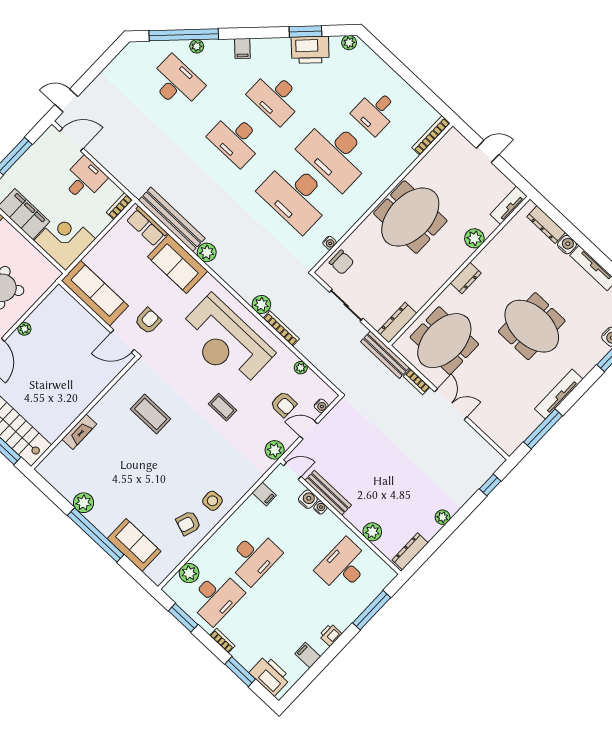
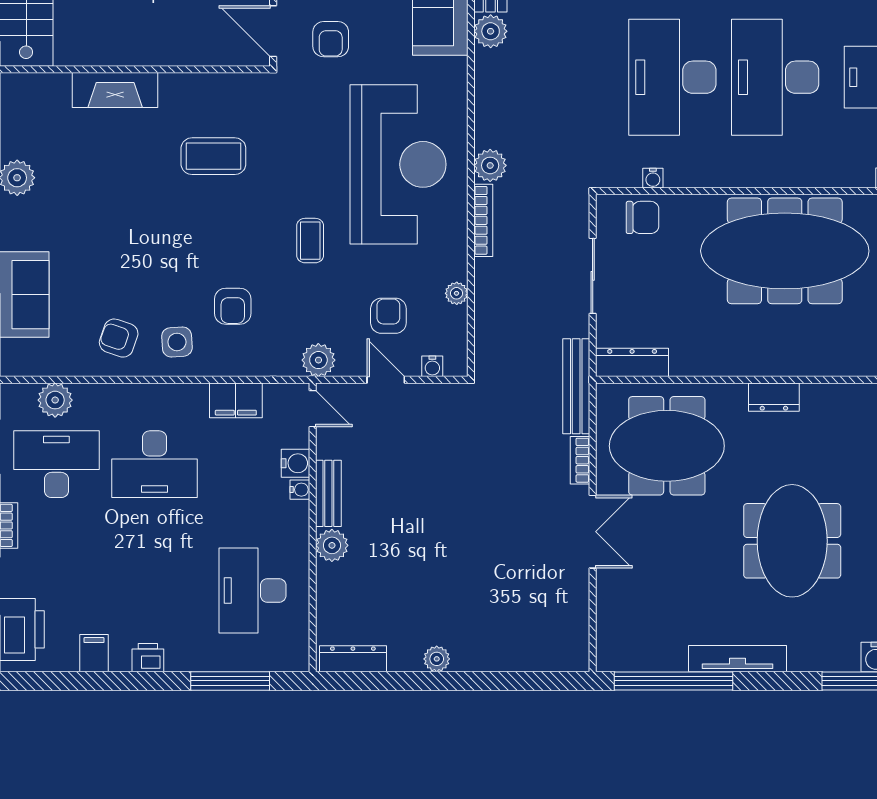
meeting table: (410, 217) -> (785, 251), width x1.36
plant: (474, 238) -> (836, 360), removed
chair: (342, 262) -> (642, 217), turned -90
armchair: (148, 321) -> (331, 39), turned 90
reception desk: (225, 342) -> (398, 164), turned 180
armchair: (284, 404) -> (388, 316), turned 180
coffee table: (151, 414) -> (213, 156), turned 90
window: (543, 429) -> (673, 681), width x1.46
fireplace: (79, 432) -> (115, 90), width x1.37, depth x1.32
armchair: (219, 464) -> (233, 306), added
window: (490, 485) -> (536, 681), removed
bench: (328, 493) -> (328, 493), width x0.73
filing cabinet: (264, 494) -> (236, 400), width x2.00
plant: (372, 532) -> (332, 545), moved
desk: (343, 566) -> (252, 590), turned -90
desk: (216, 597) -> (56, 464), turned 180

